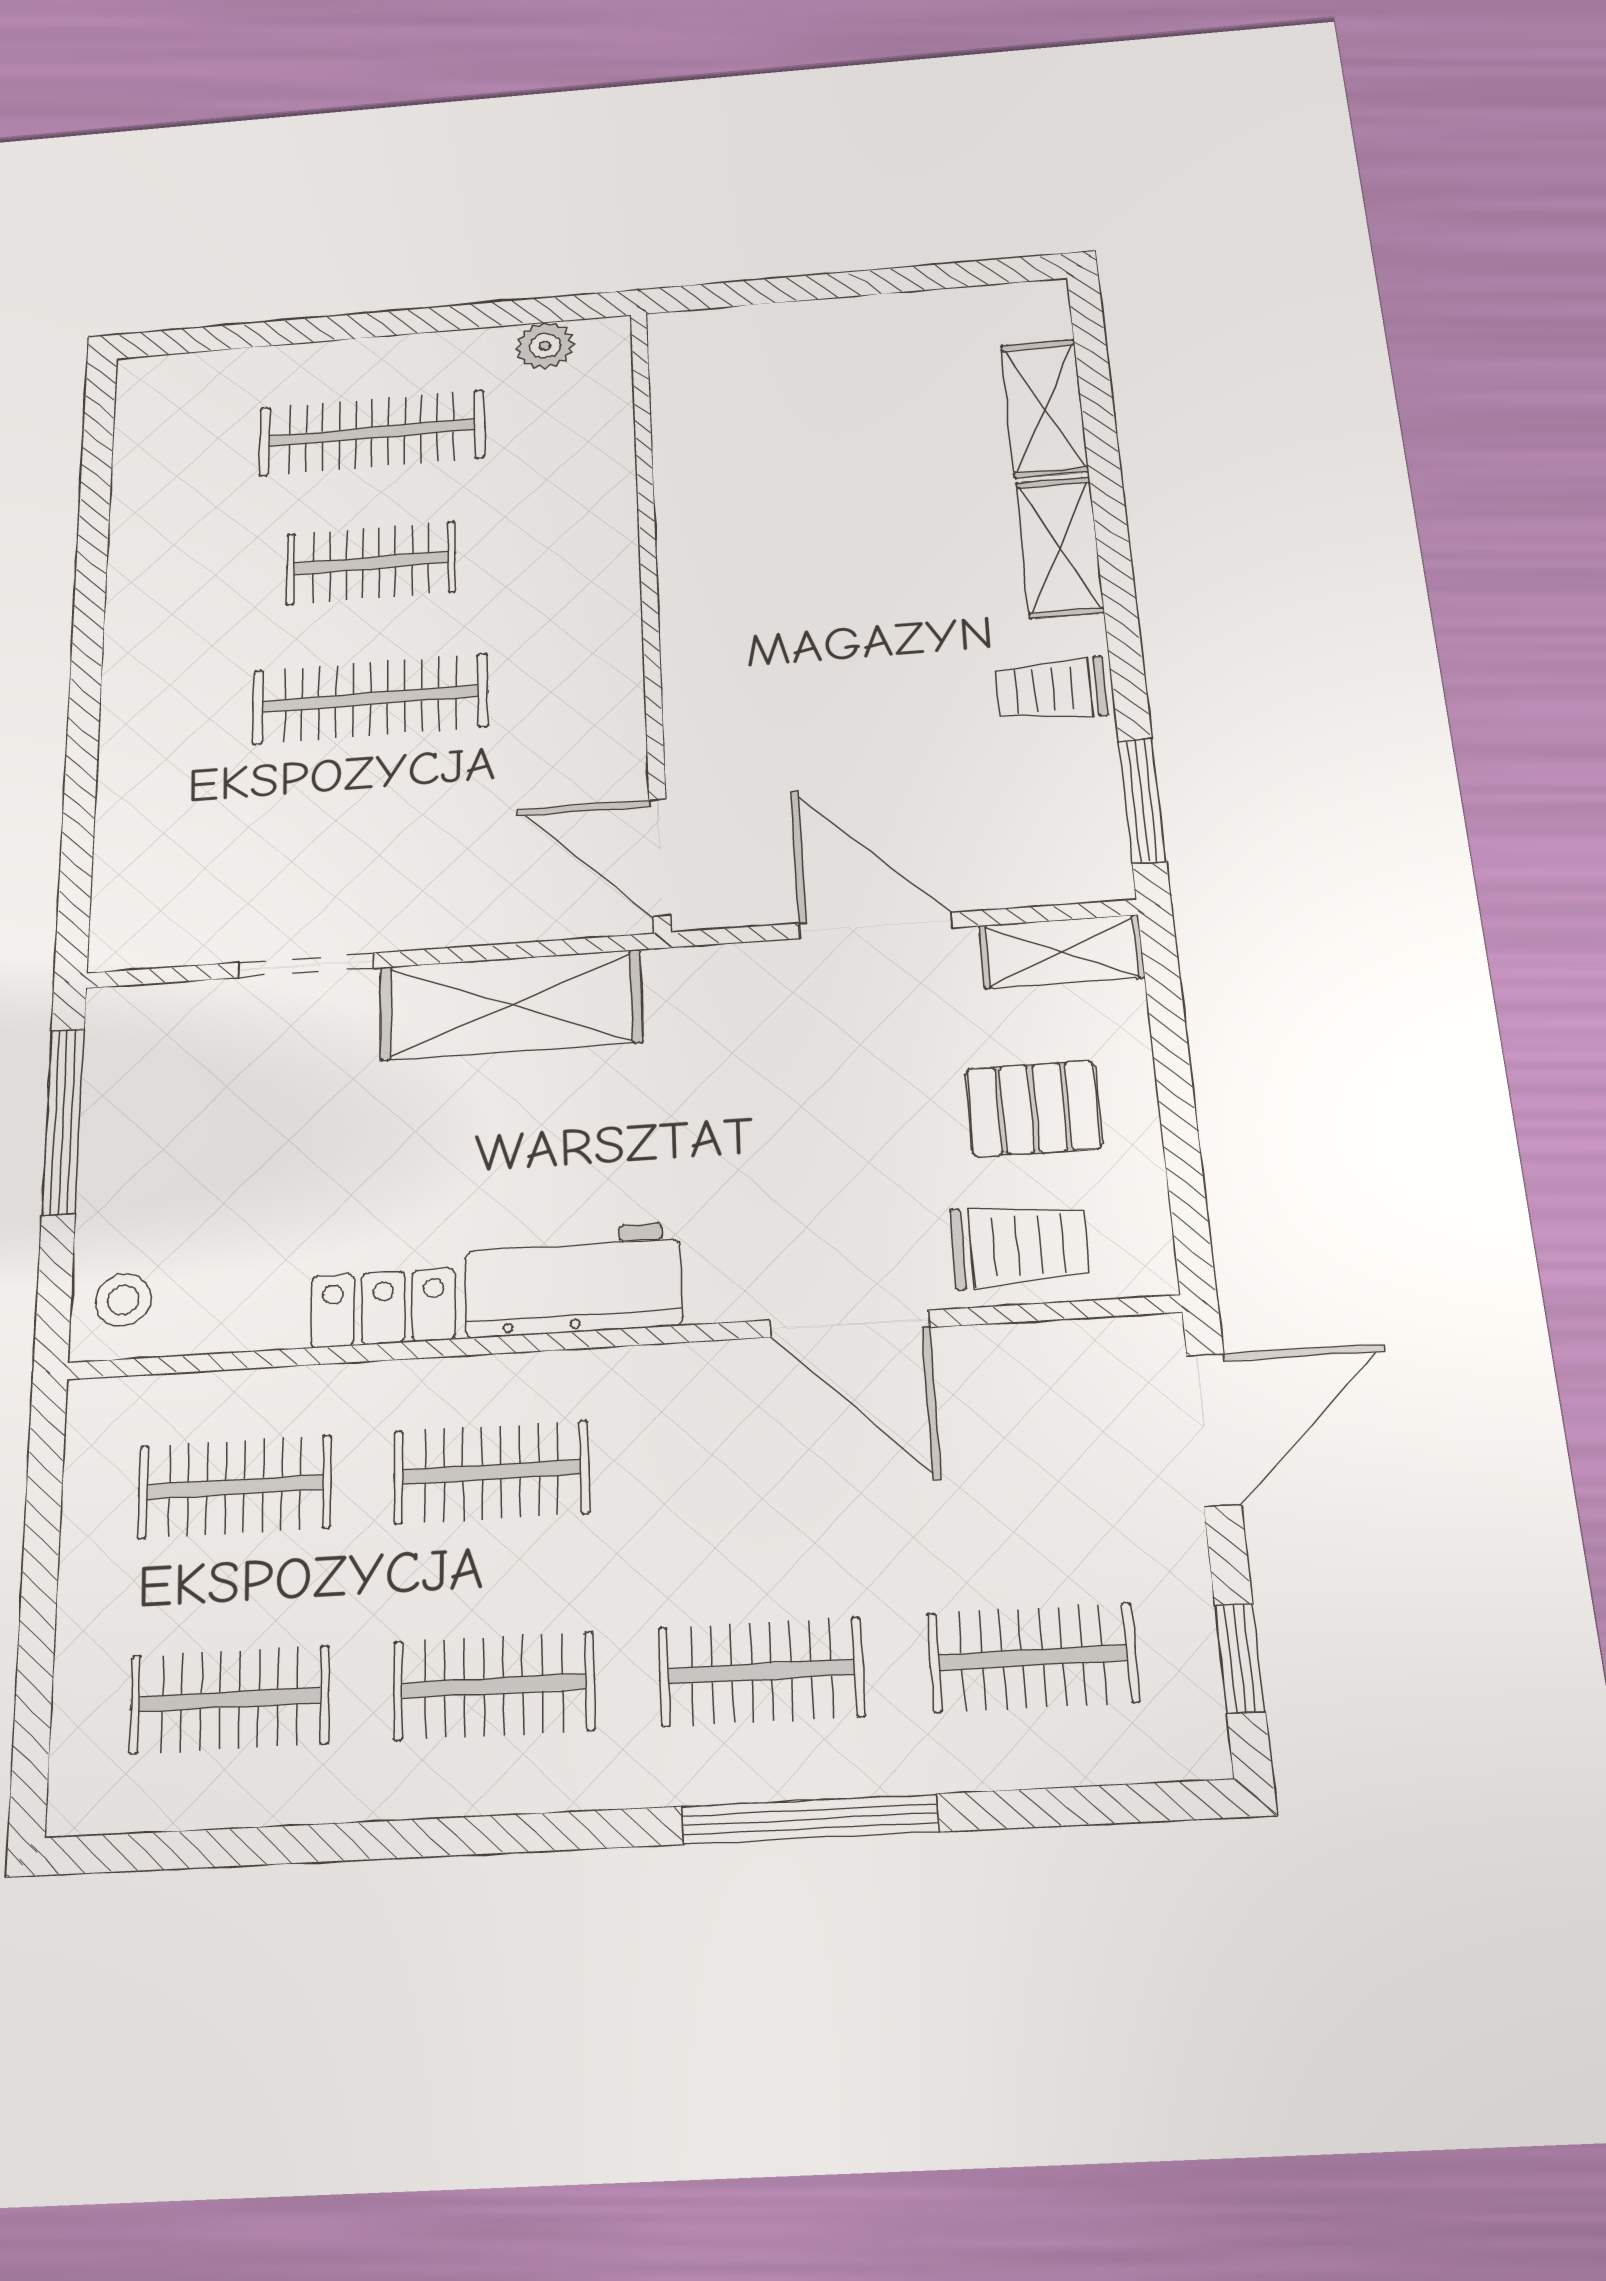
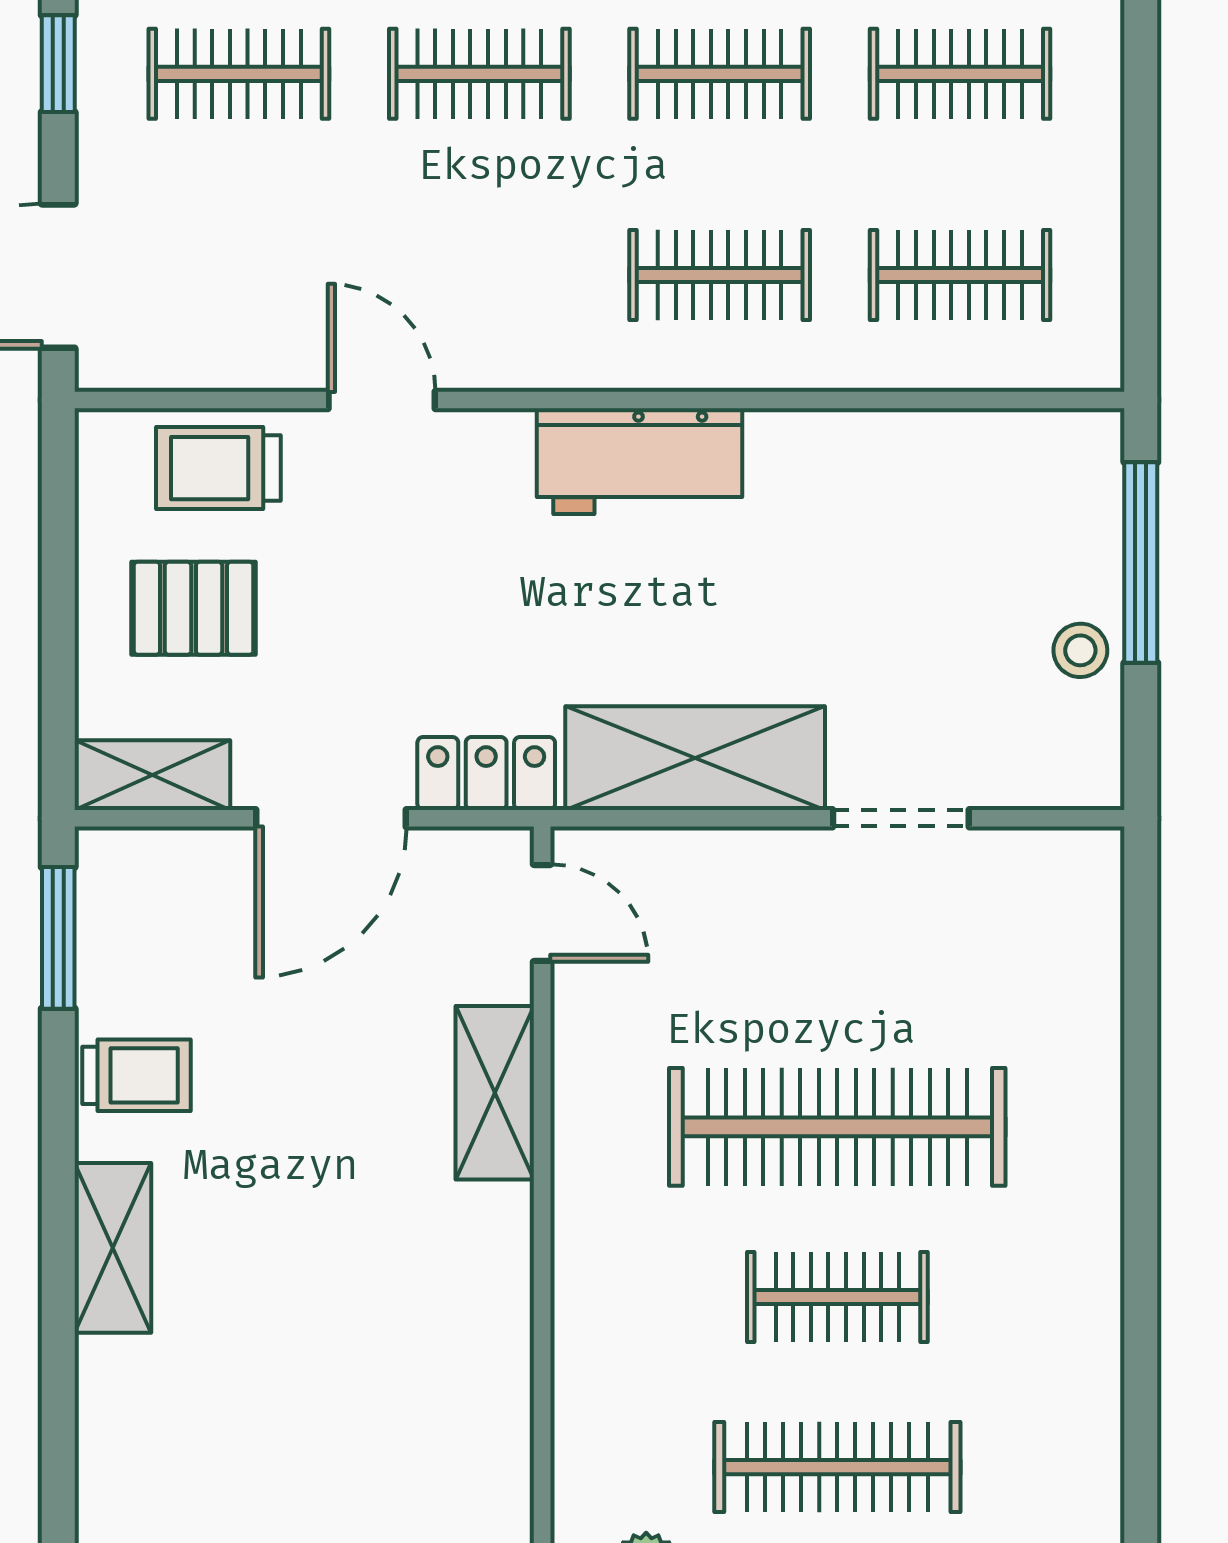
shelving: (1044, 408) -> (495, 1093), moved
clothes rail: (370, 699) -> (837, 1127), width x1.37, depth x1.31
door: (660, 857) -> (542, 913), width x0.73
door: (876, 925) -> (331, 818), hinge flipped
window: (63, 1121) -> (1141, 562), moved
stool: (123, 1300) -> (1080, 650), moved
locker: (383, 1308) -> (486, 773), moved, turned 180
door: (849, 1324) -> (382, 400), width x0.73

